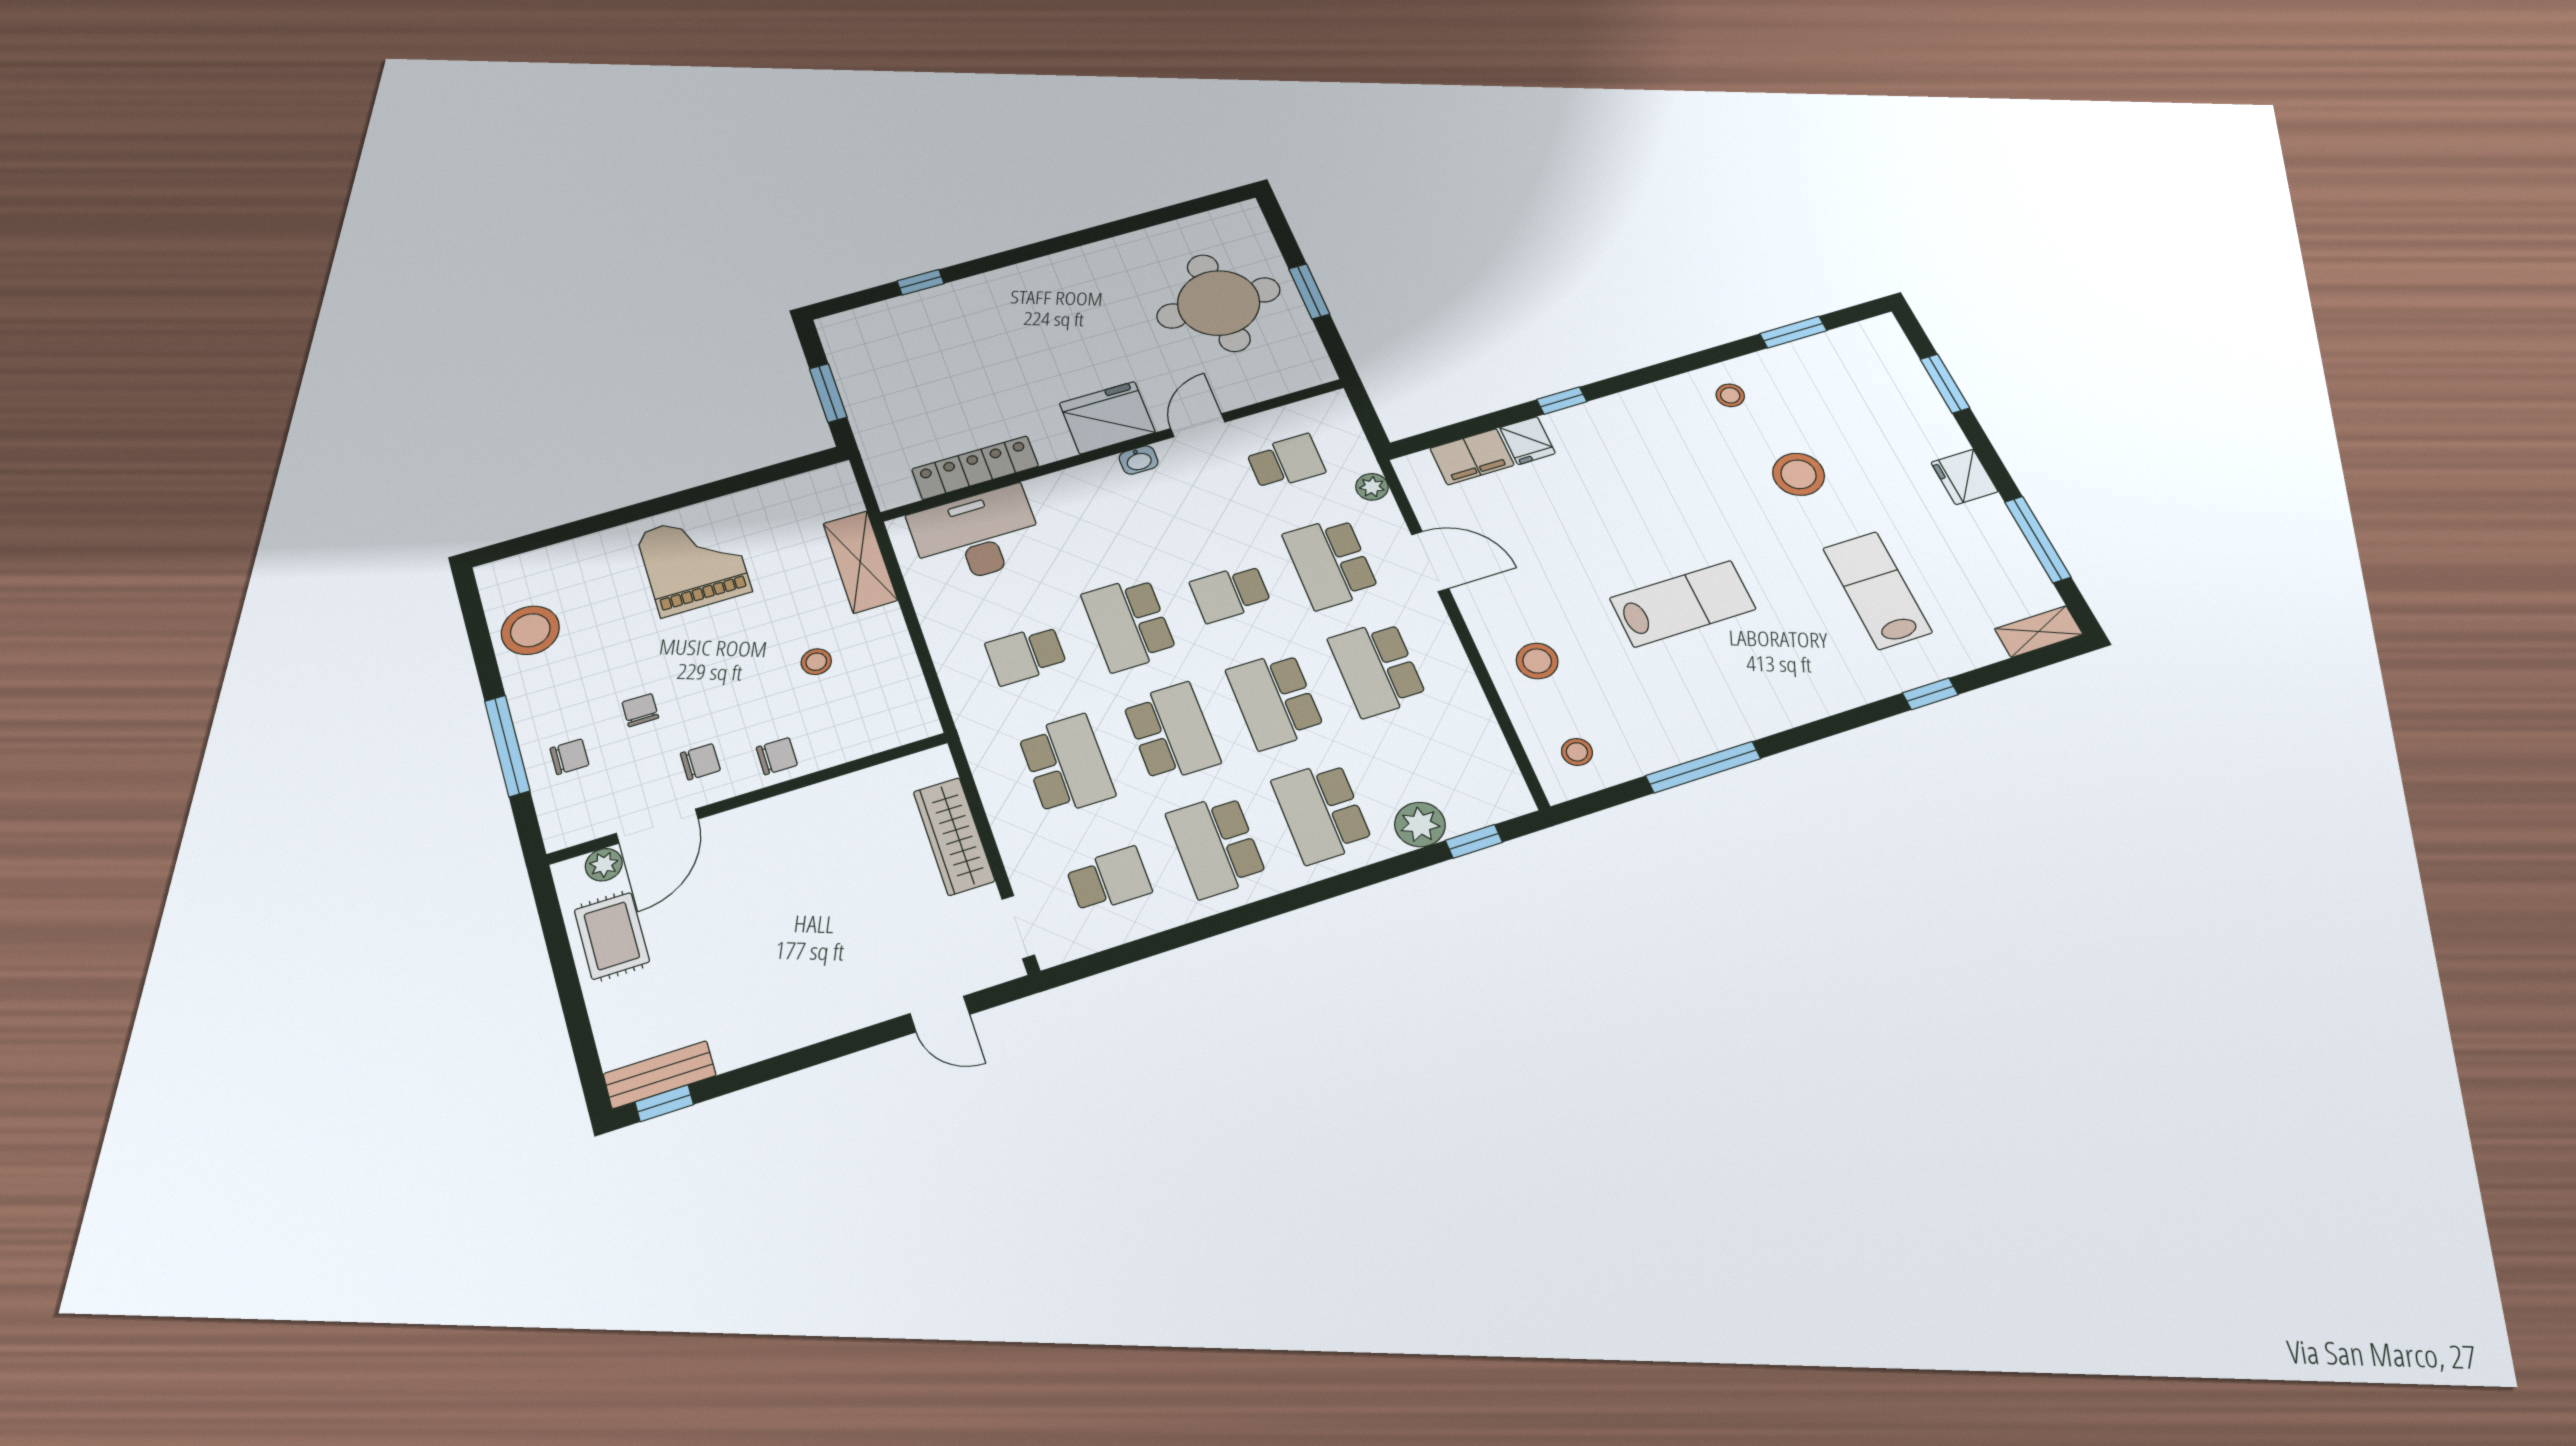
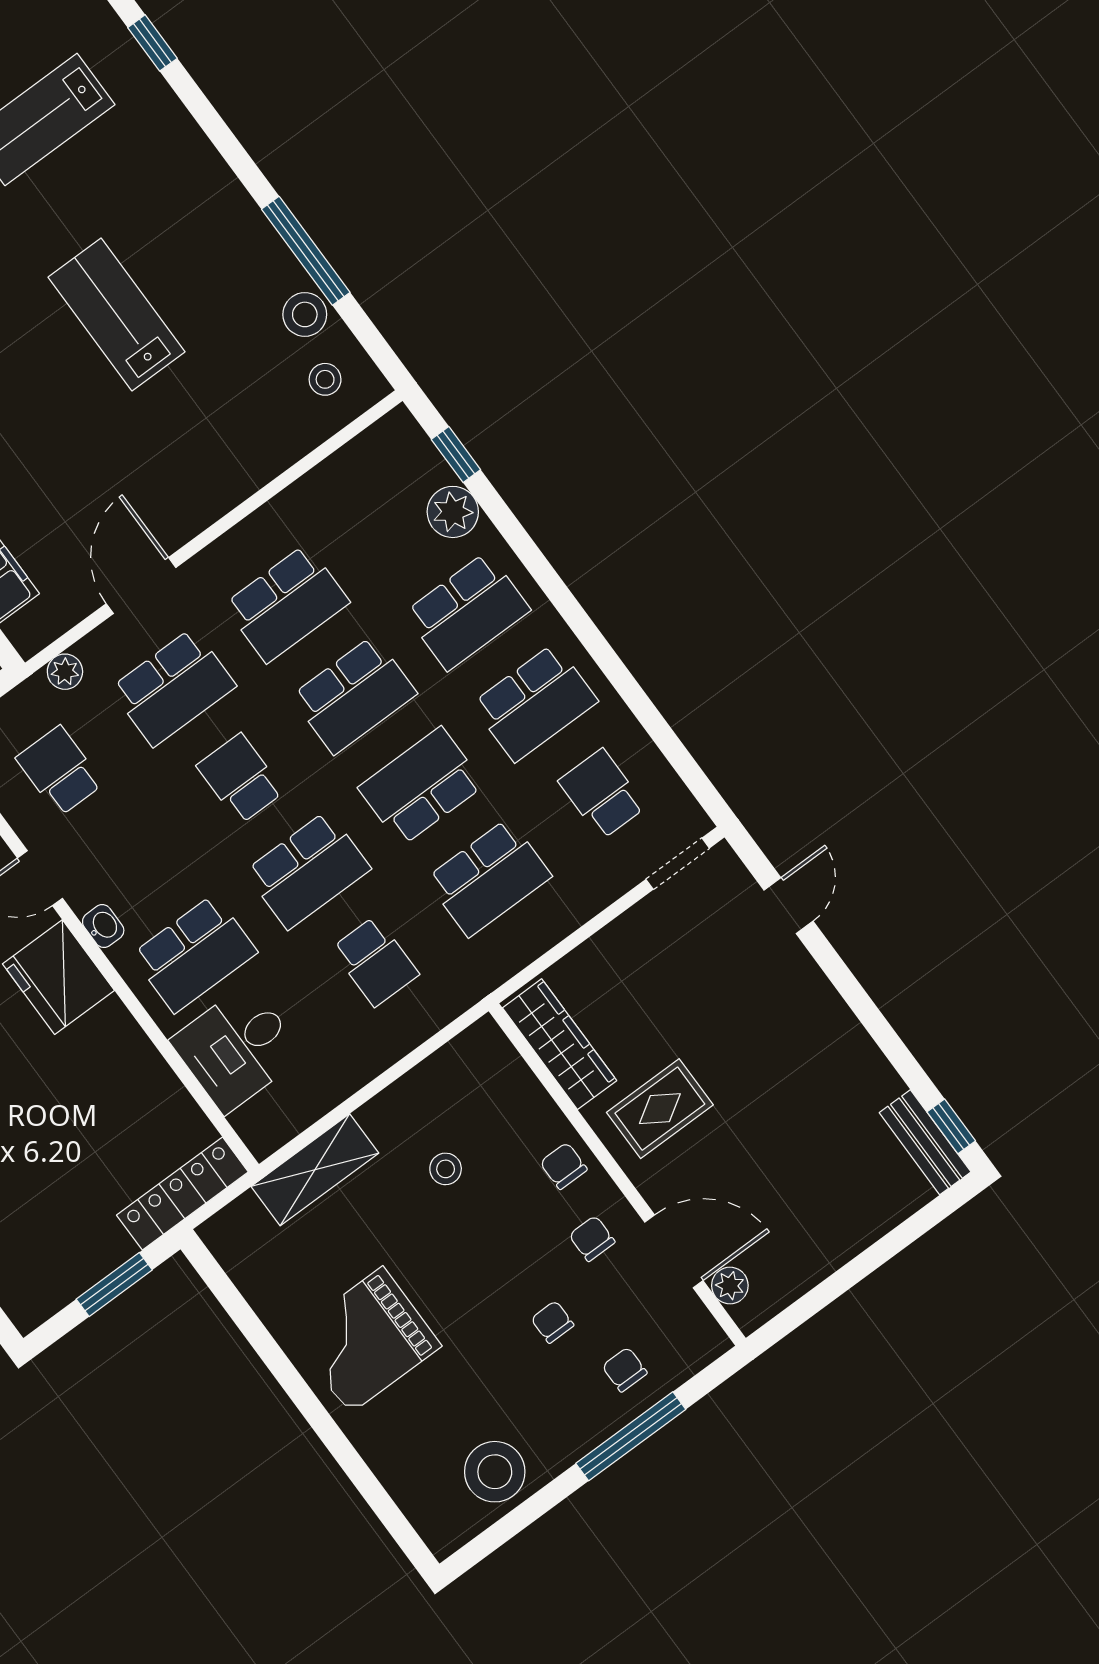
locker: (975, 468) -> (182, 1194), moved, turned 90
school desk: (1088, 520) -> (194, 954), added
desk: (976, 536) -> (237, 1048), width x0.73
school desk: (1230, 593) -> (240, 779), turned 180
stool: (1537, 661) -> (305, 314), moved
chair: (640, 710) -> (552, 1322), turned 90
school desk: (1067, 765) -> (489, 878), turned 180
wardrobe: (954, 836) -> (560, 1044), moved, turned -90
rug: (612, 936) -> (660, 1109), moved

